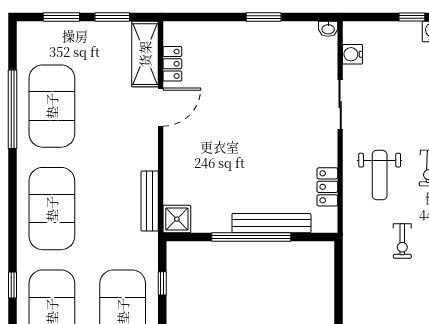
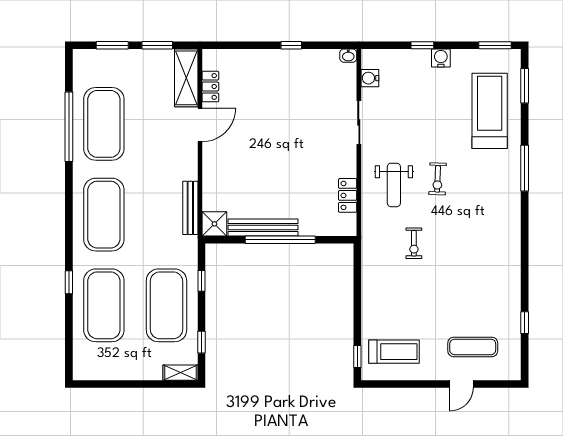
window: (264, 17) -> (291, 45), width x0.67
bench: (271, 223) -> (263, 227), moved

